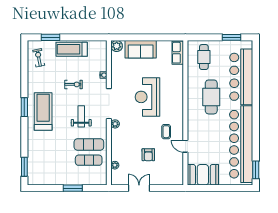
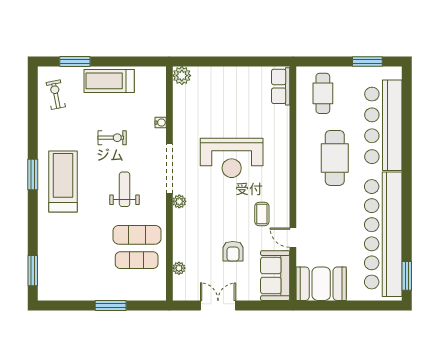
sofa: (141, 49) -> (275, 276), moved, turned 90
reception desk: (147, 97) -> (232, 158), turned -90

